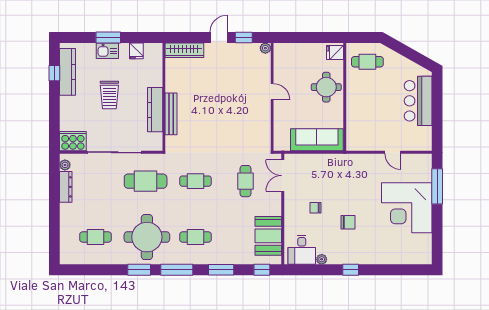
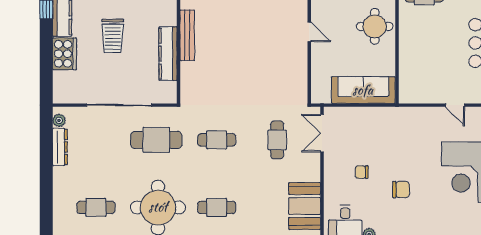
bench: (171, 114) -> (187, 35), moved
cooker: (73, 141) -> (64, 54), moved, turned 90

